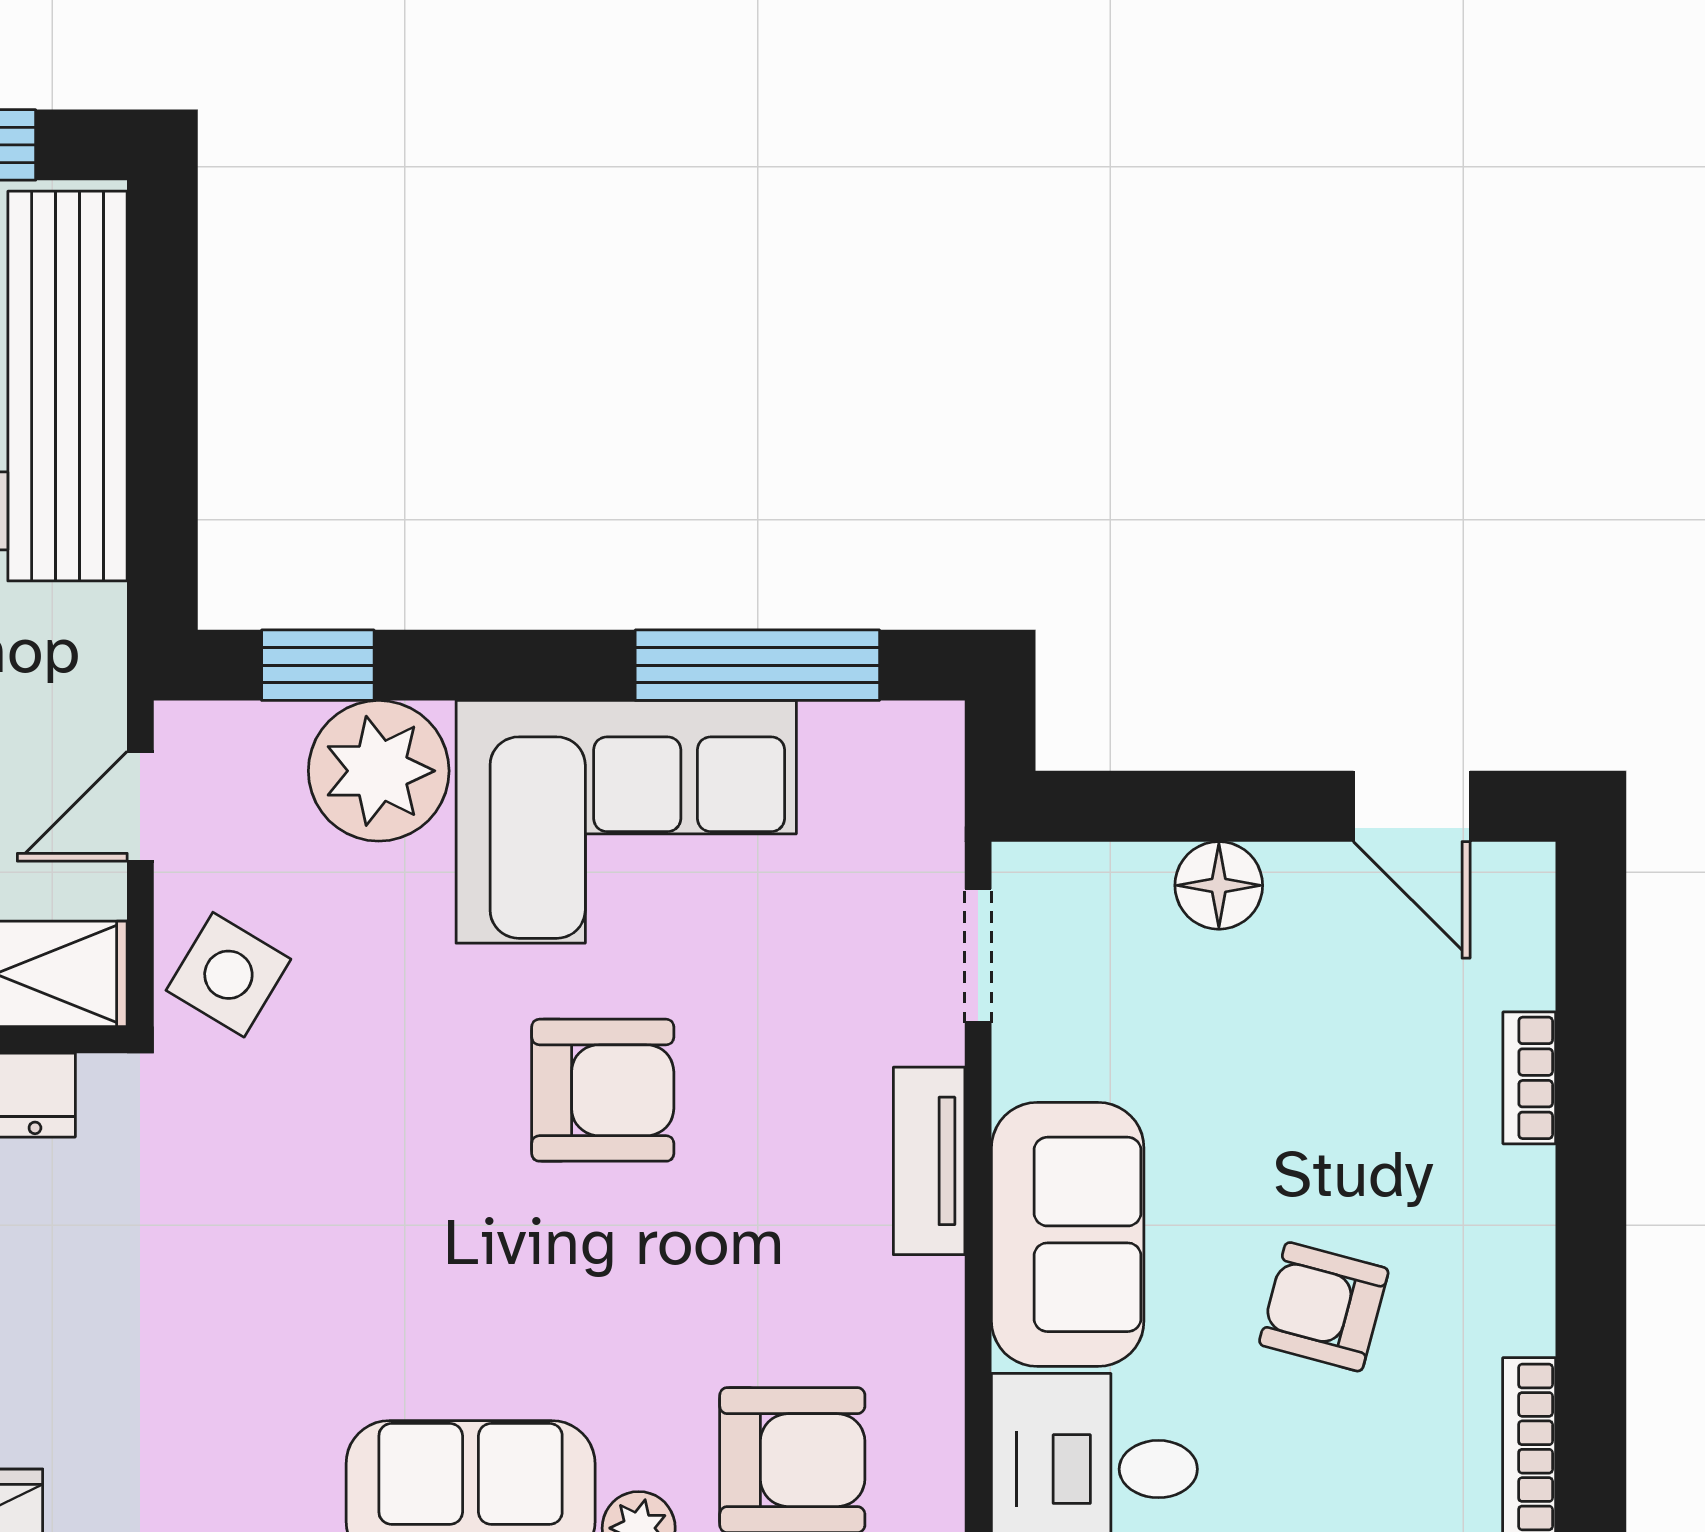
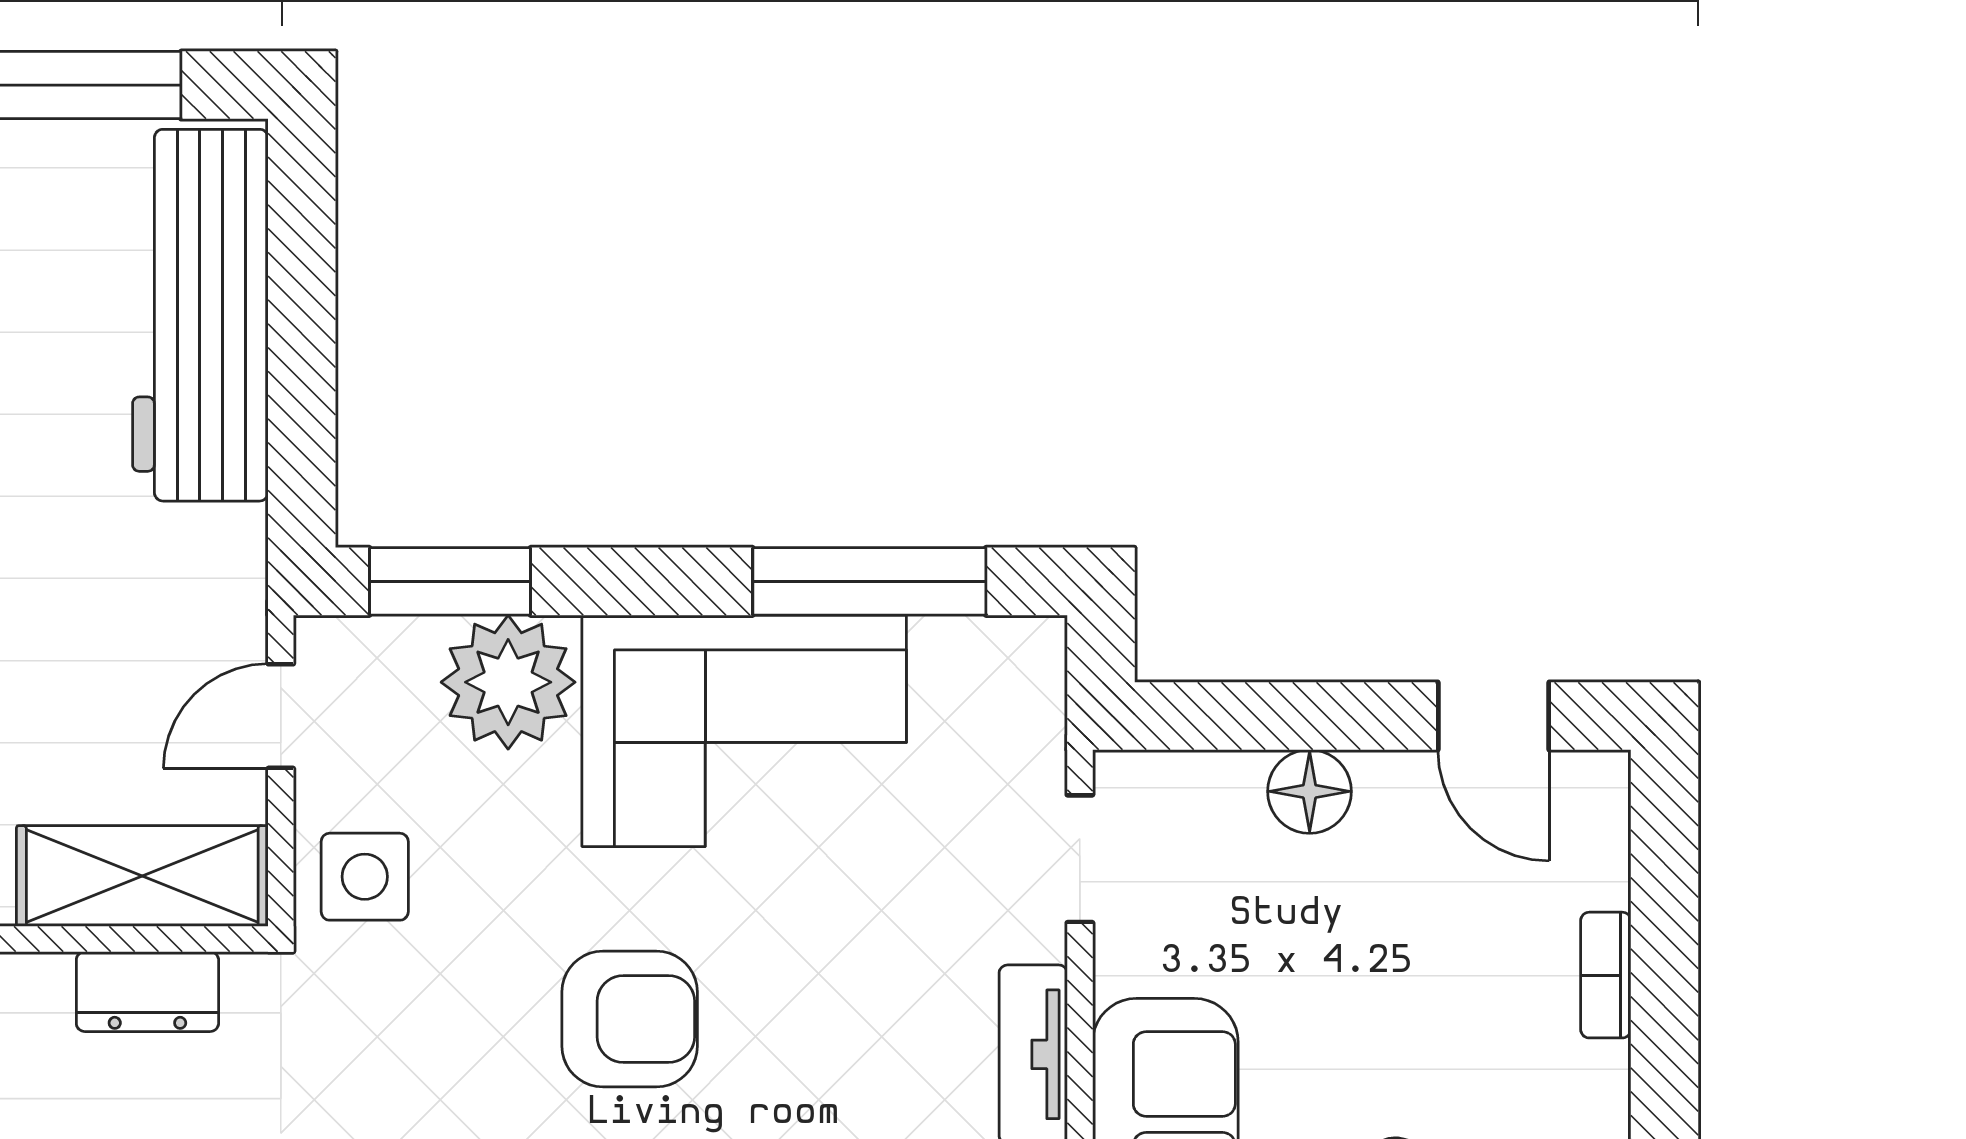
window: (318, 665) -> (450, 581), width x1.50
side table: (228, 975) -> (365, 877), turned -31
armchair: (603, 1090) -> (630, 1019), moved

